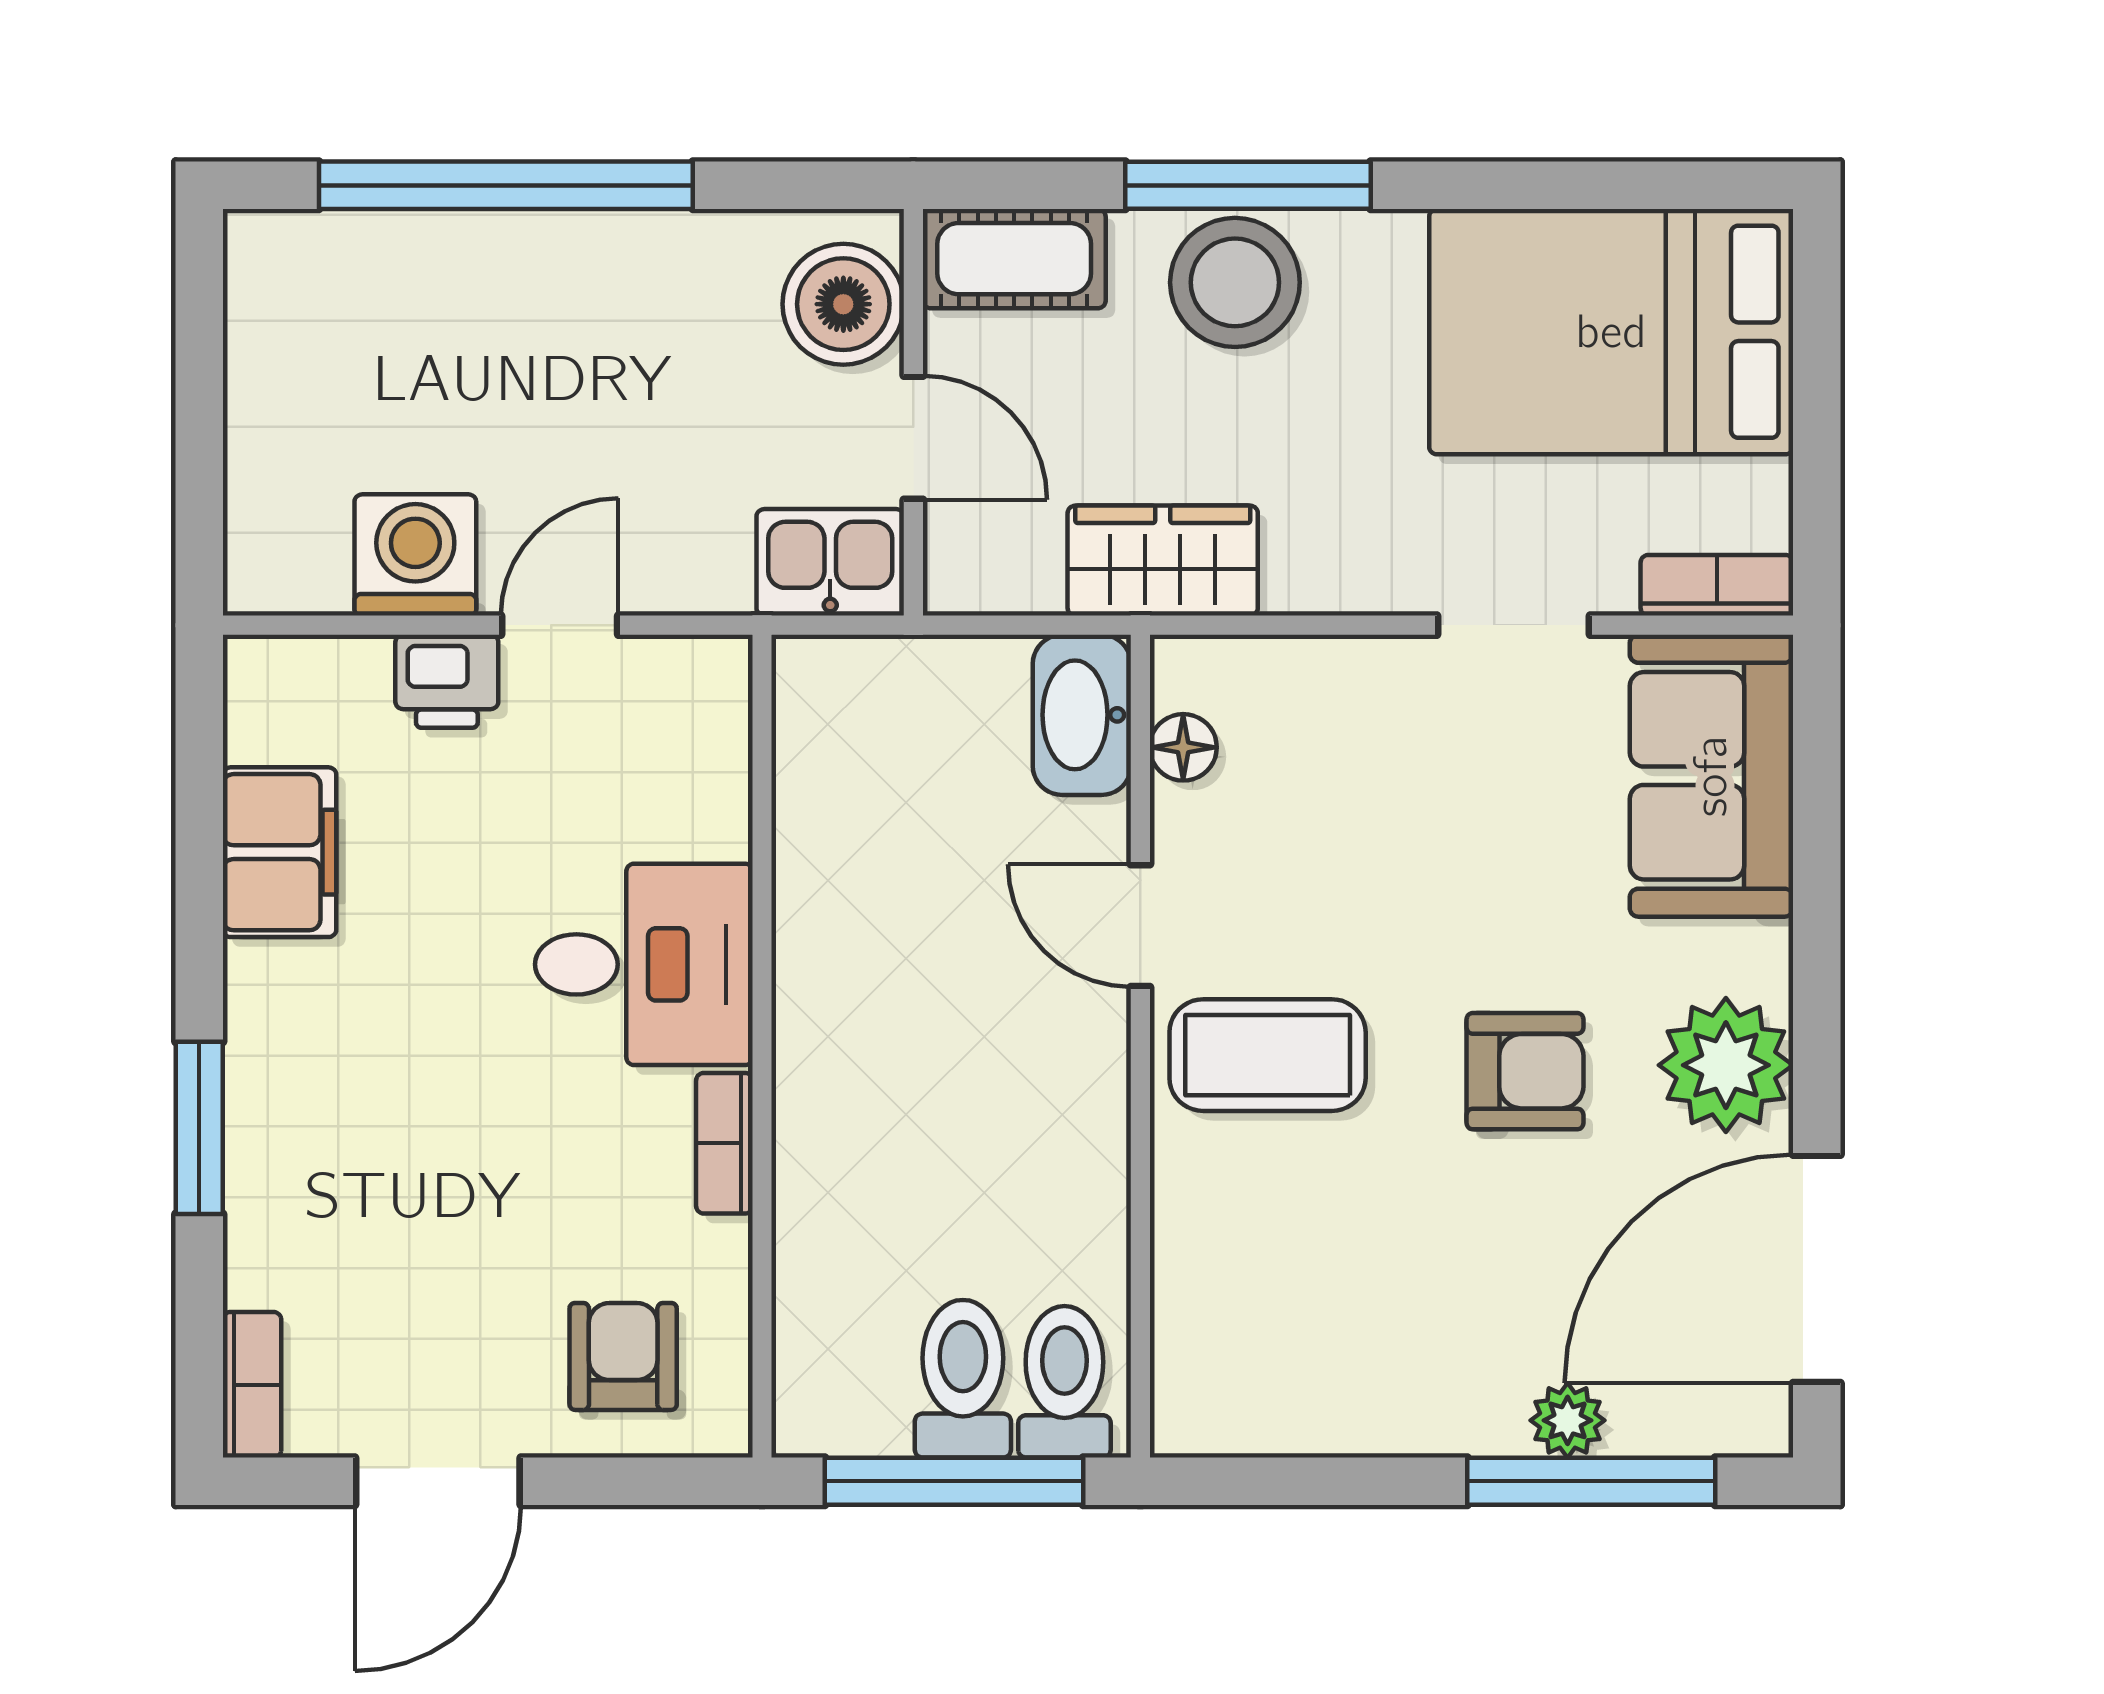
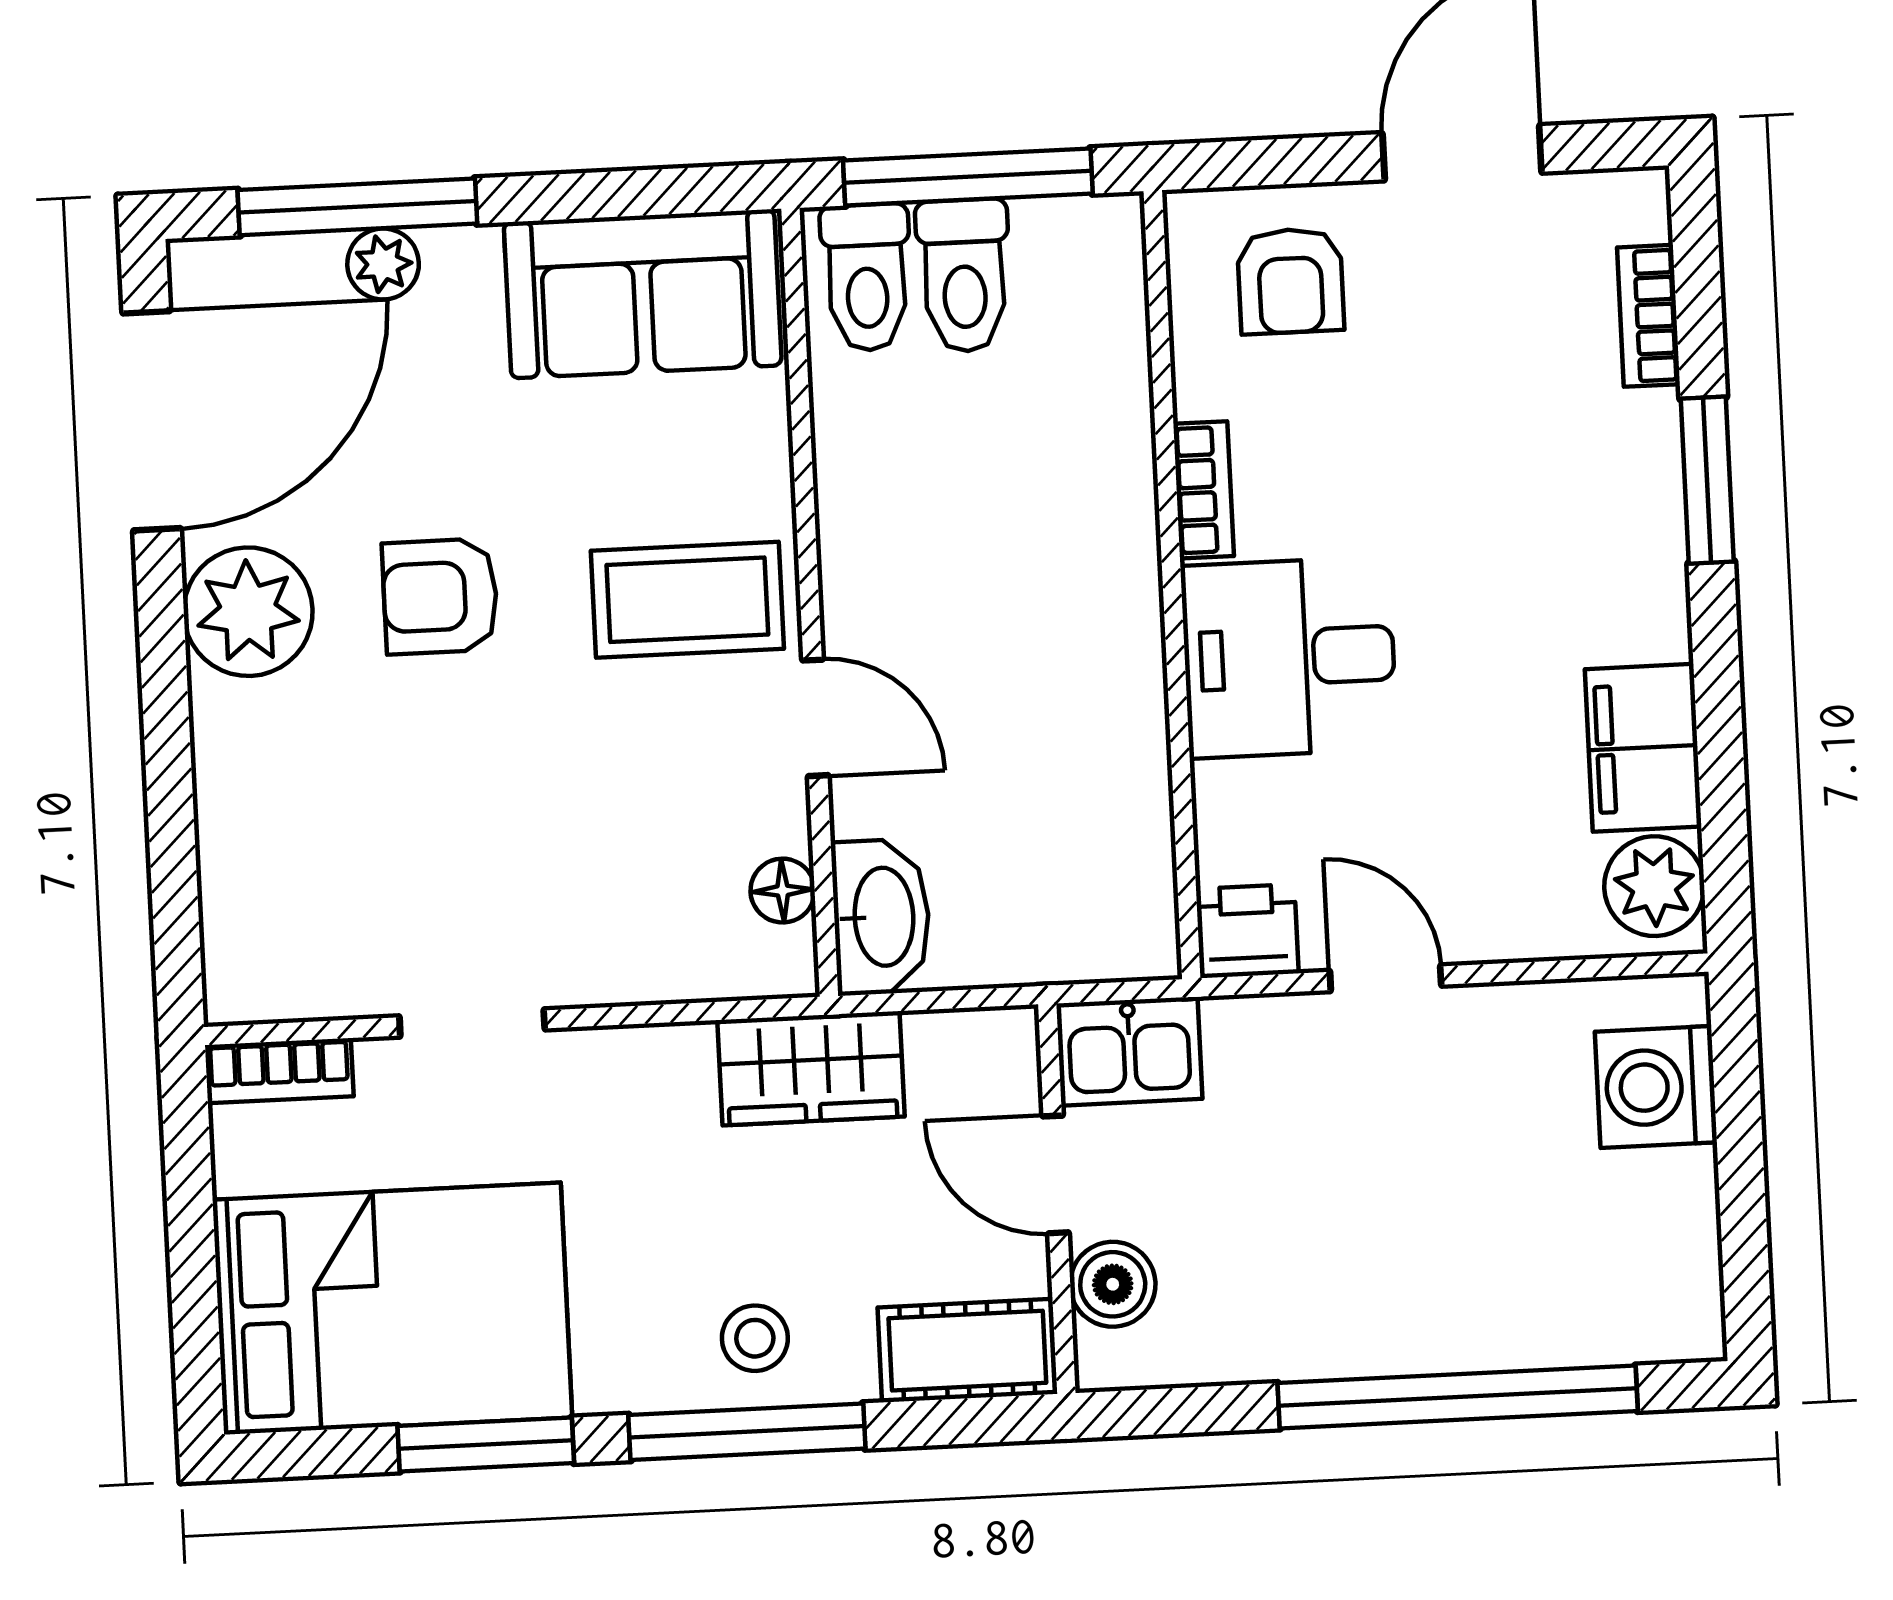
window: (1521, 185) -> (486, 1445), added
stool: (1235, 282) -> (755, 1338), width x0.53, depth x0.53
boiler: (843, 304) -> (1113, 1284), width x0.73, depth x0.73
washing machine: (415, 555) -> (1656, 1087), moved, turned 90
door: (560, 625) -> (1386, 978), swing flipped
printer: (447, 681) -> (1247, 931), moved
plant: (275, 708) -> (1654, 886), added
sofa: (1711, 776) -> (643, 294), moved, turned 90
bookcase: (252, 1385) -> (1648, 316), moved

